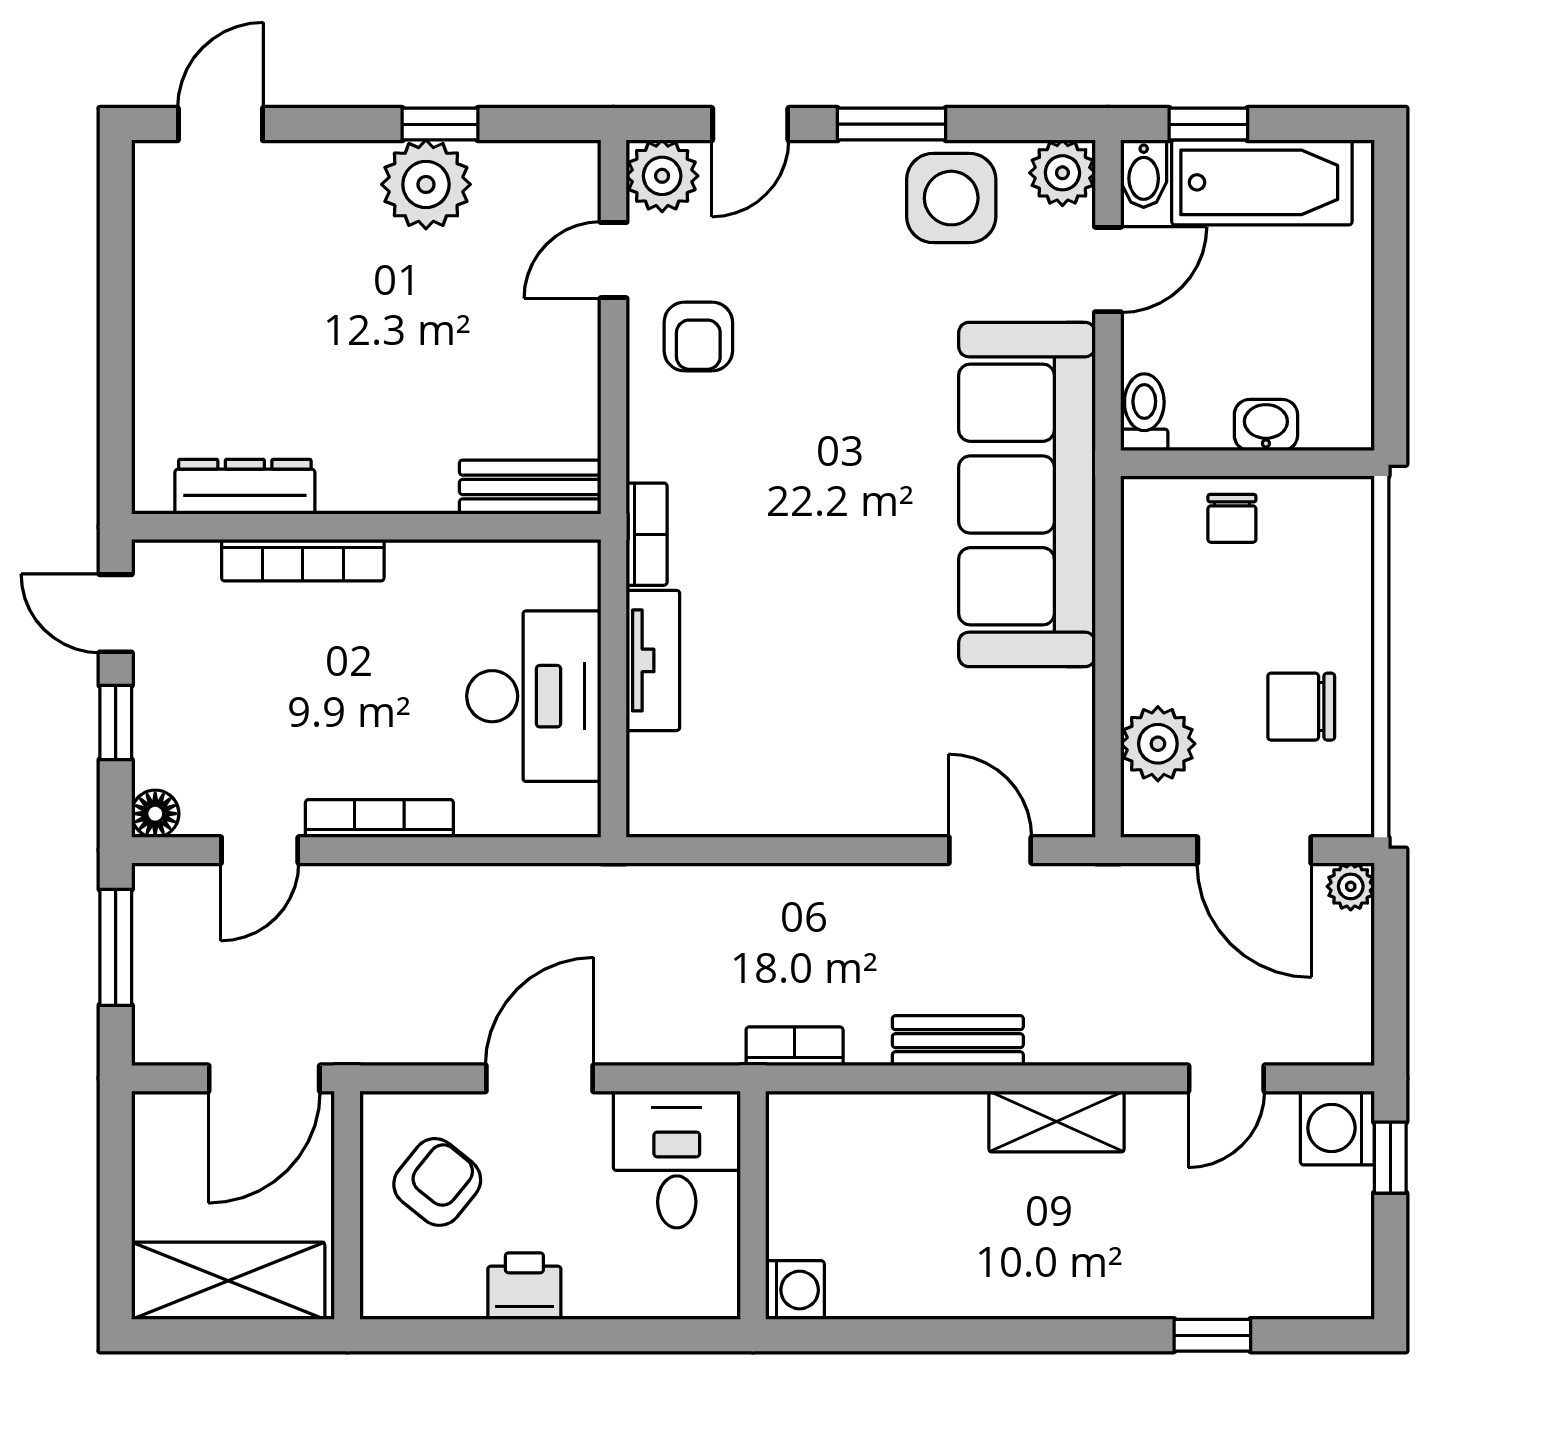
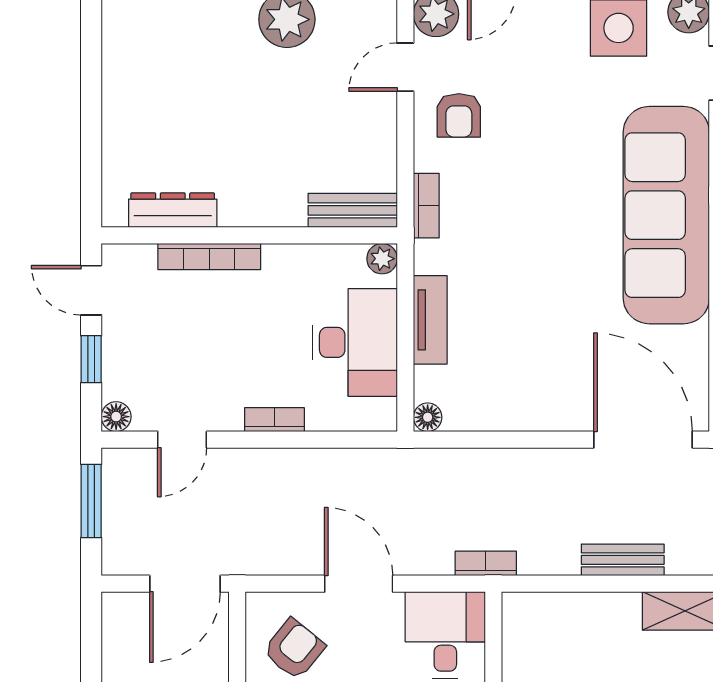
bookcase: (647, 534) -> (426, 206), moved
plant: (577, 564) -> (382, 259), added
floor lamp: (649, 815) -> (428, 417), added
bookcase: (379, 818) -> (274, 420), width x0.64
door: (990, 850) -> (643, 440), width x1.87
bookcase: (795, 1046) -> (486, 563), moved
door: (539, 1078) -> (359, 584), hinge flipped

